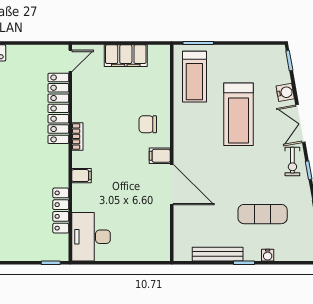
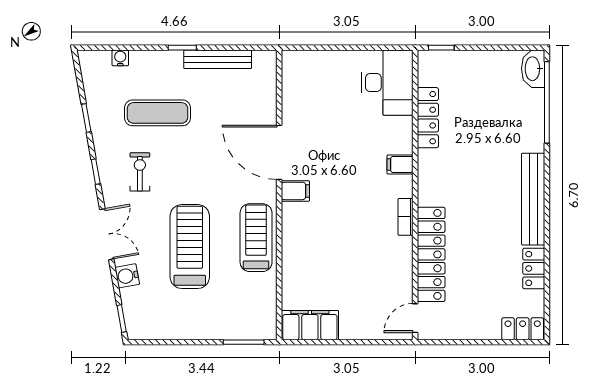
filing cabinet: (126, 56) -> (310, 325), moved
treadmill: (194, 77) -> (256, 238), moved
chair: (148, 124) -> (311, 233), removed
exercise bike: (292, 162) -> (140, 172), moved
water cooler: (268, 255) -> (120, 58), moved

